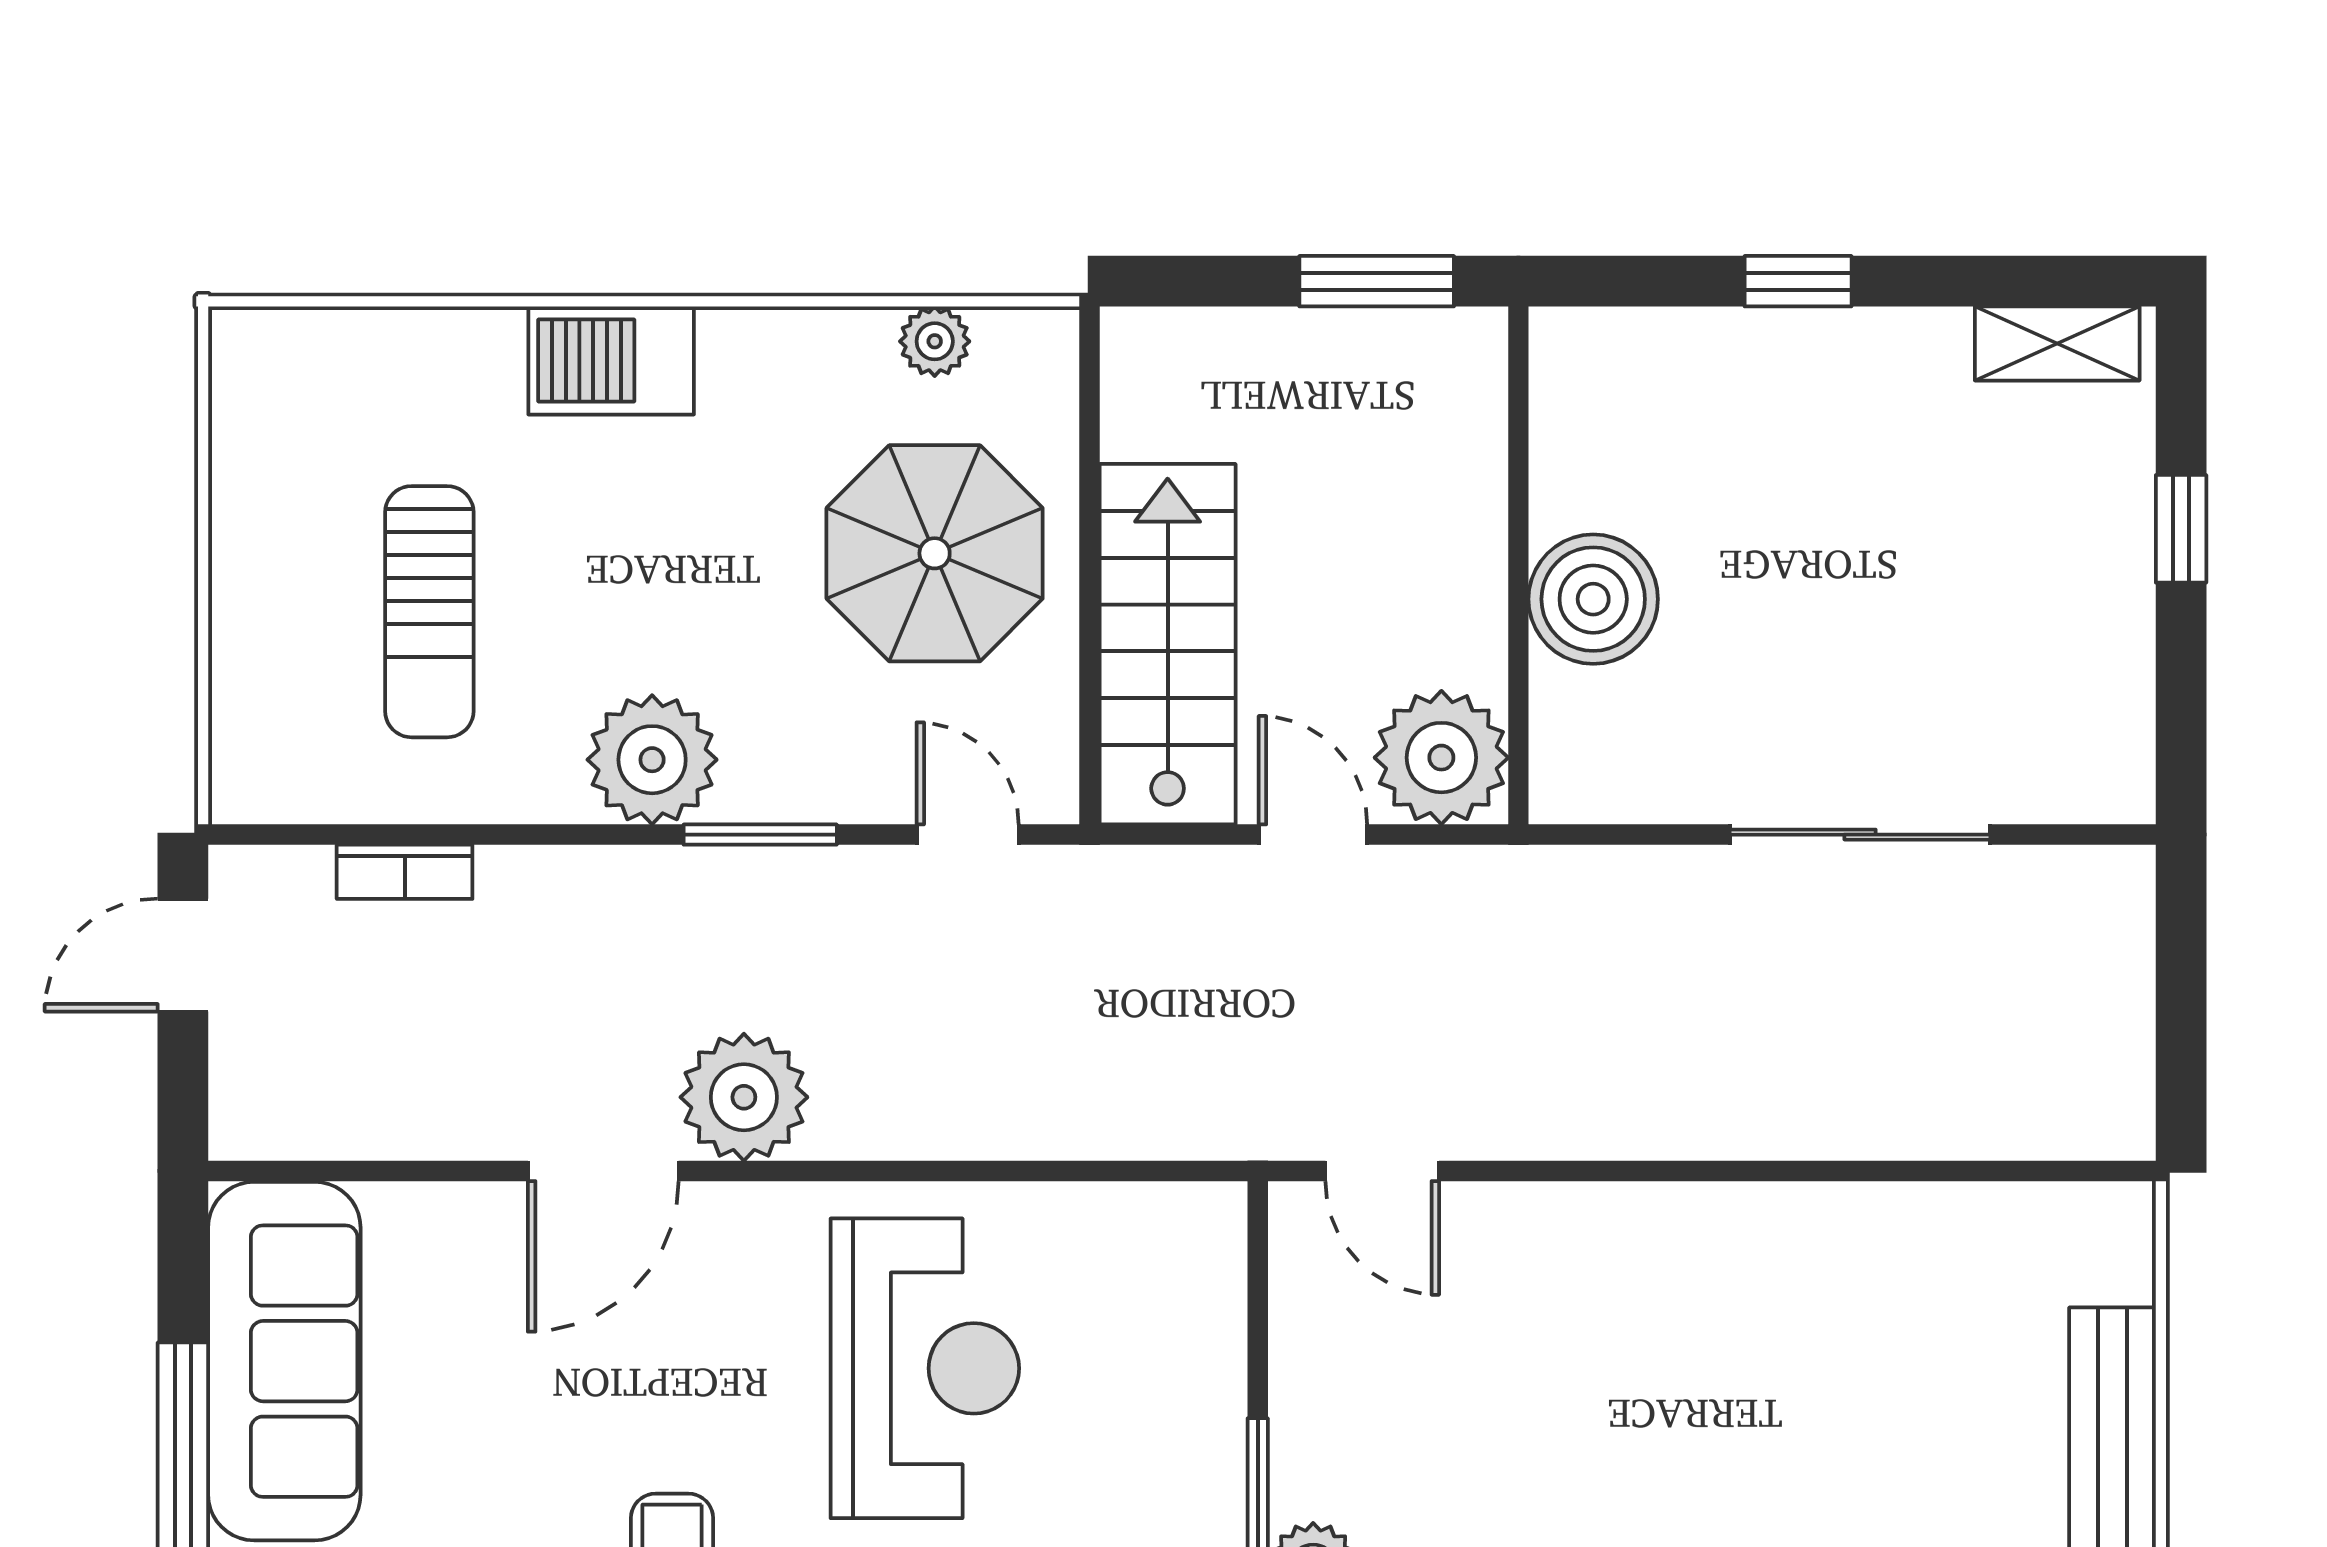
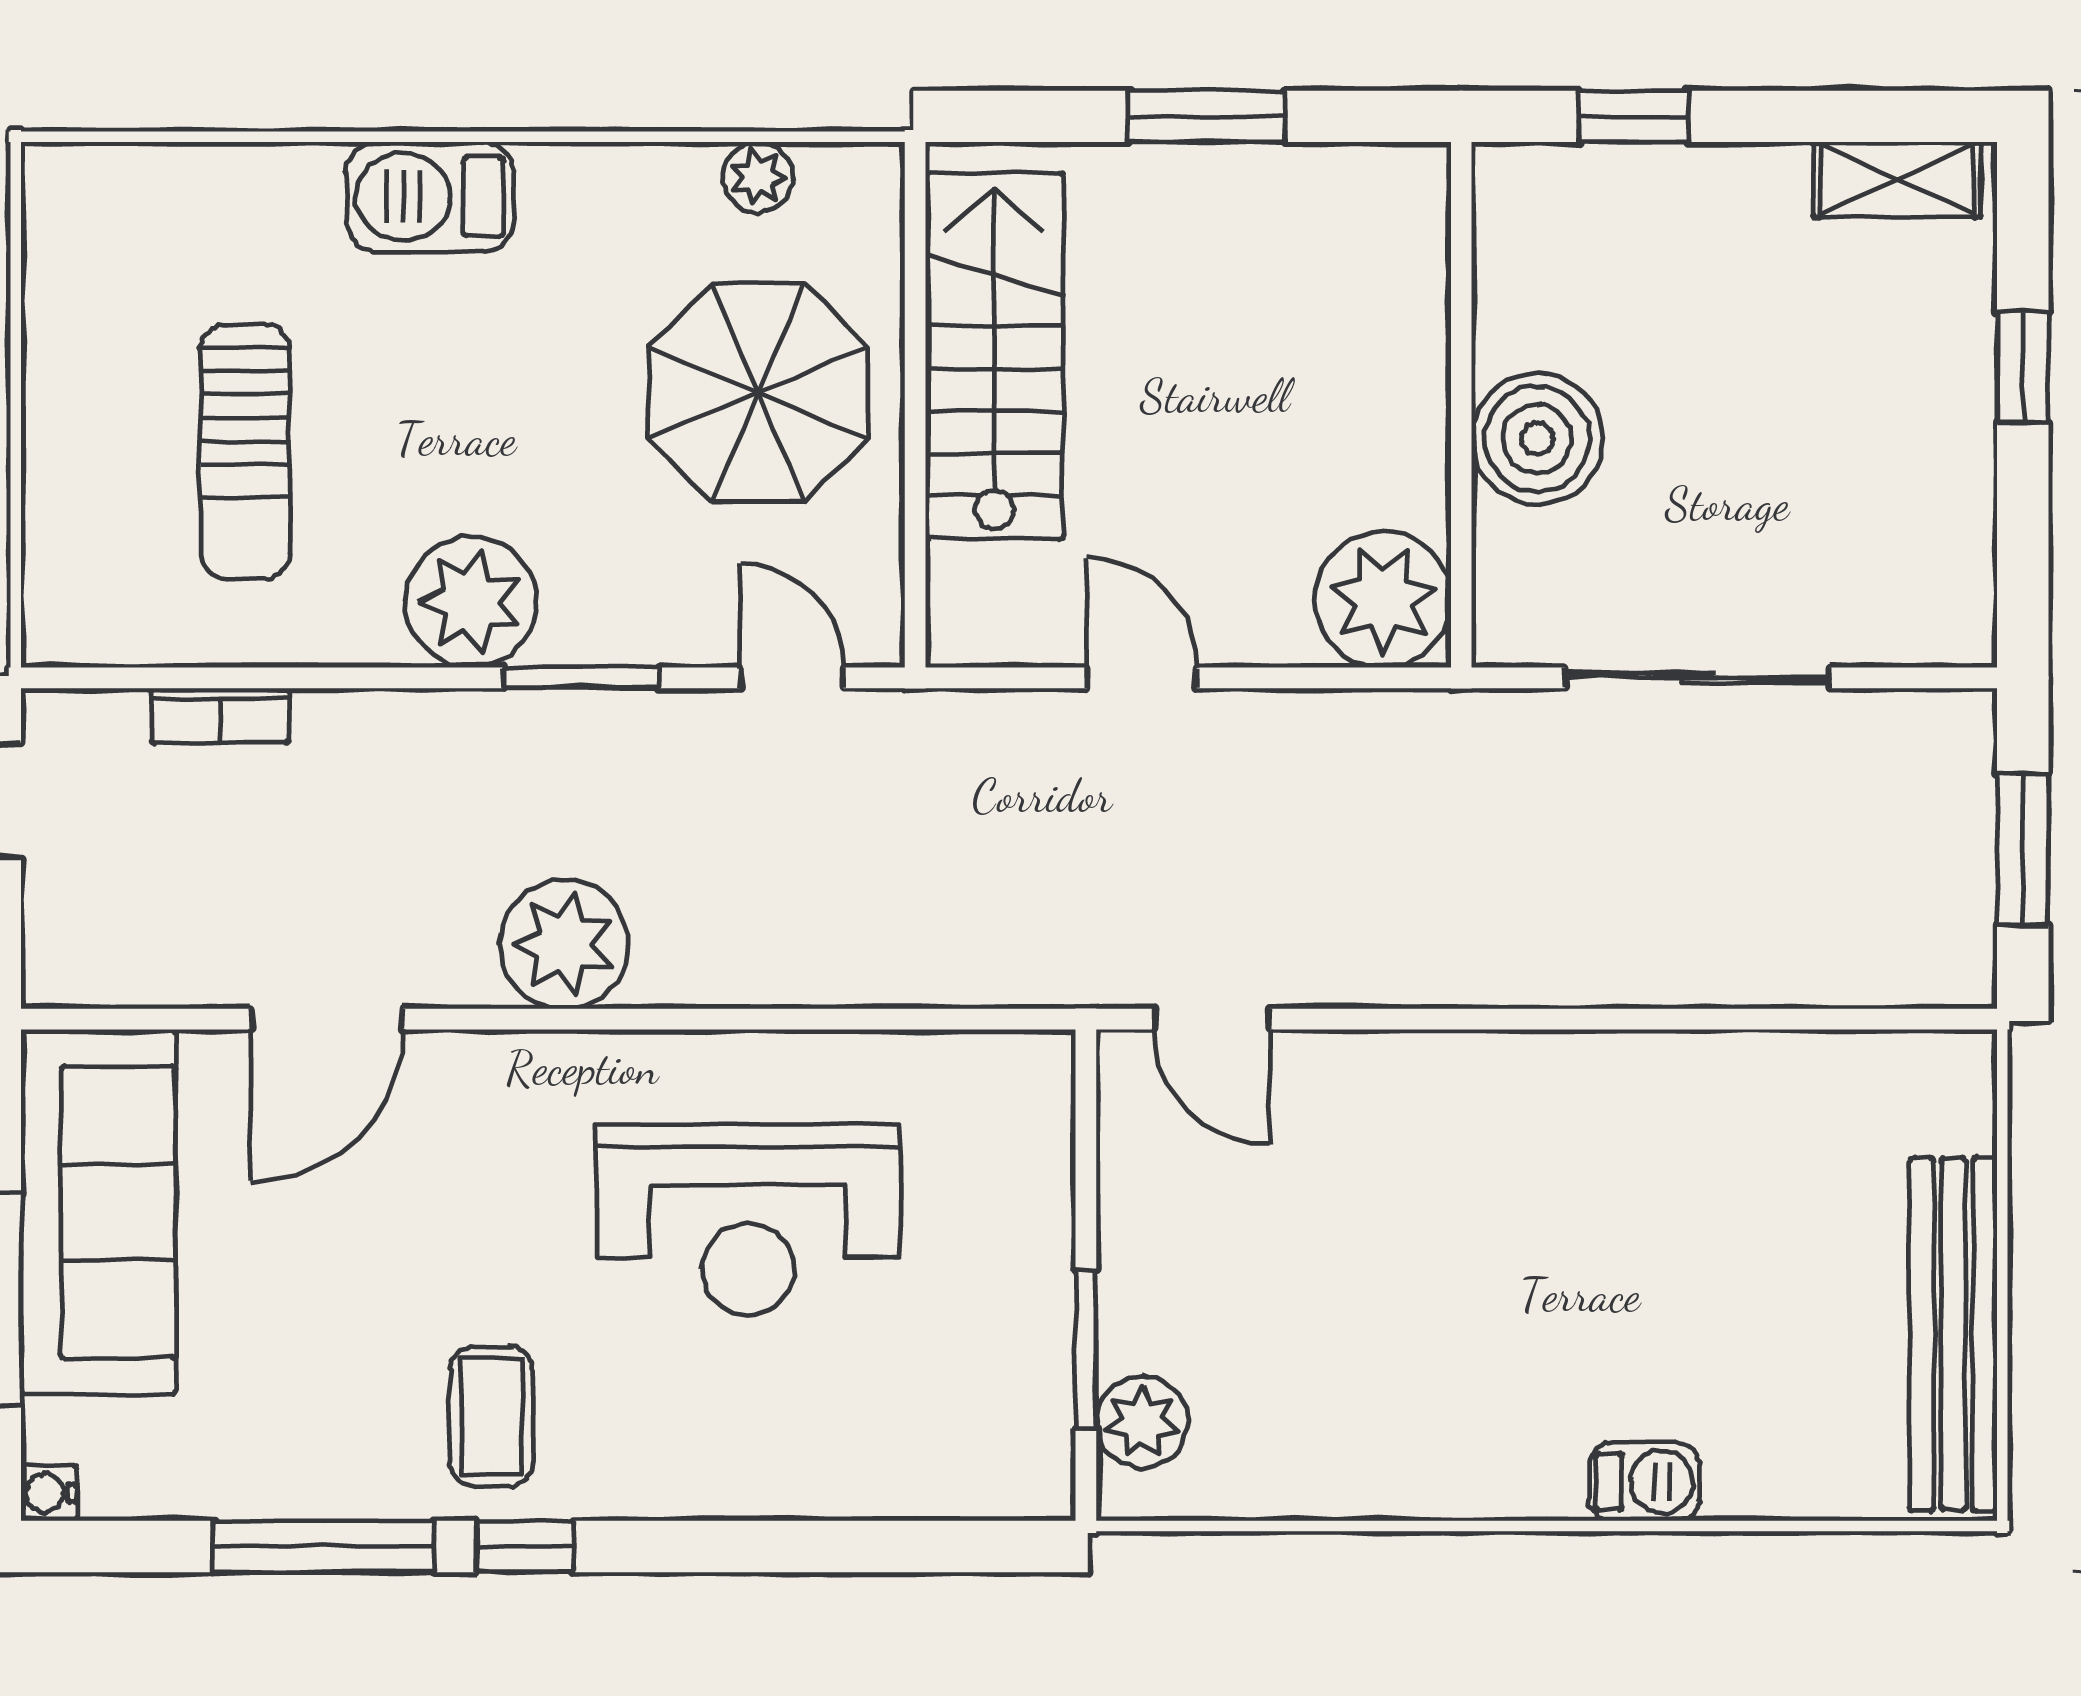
wall: (1518, 565) -> (1461, 405), moved
boiler: (1593, 599) -> (1537, 439), moved
stairs: (1168, 644) -> (994, 356), moved
plant: (1441, 758) -> (1383, 600), moved
window: (2181, 1004) -> (2023, 849), added
door: (603, 1171) -> (327, 1019), moved
reception desk: (925, 1368) -> (748, 1219), turned 90

